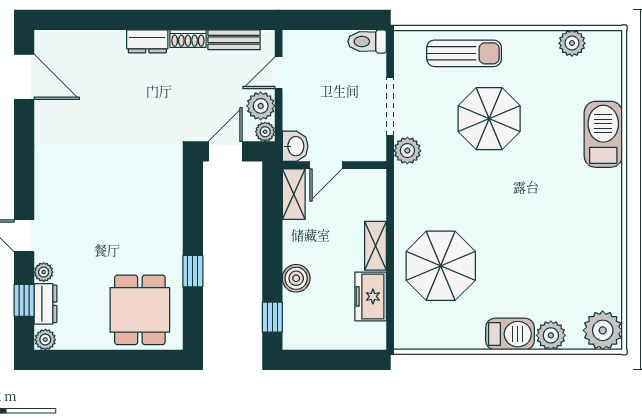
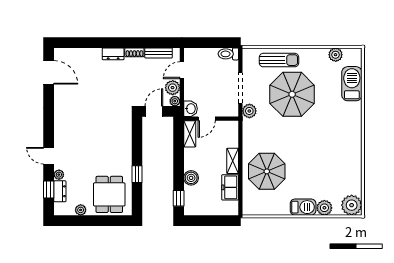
parasol: (489, 119) -> (292, 94), width x1.36, depth x1.36
barbecue: (603, 134) -> (352, 84), moved
plant: (45, 340) -> (81, 210), moved

